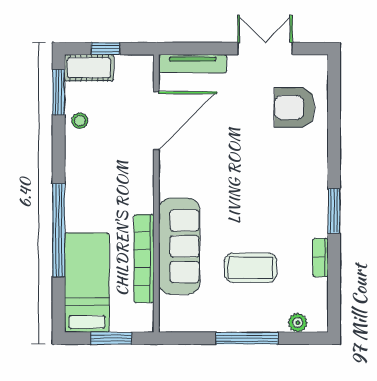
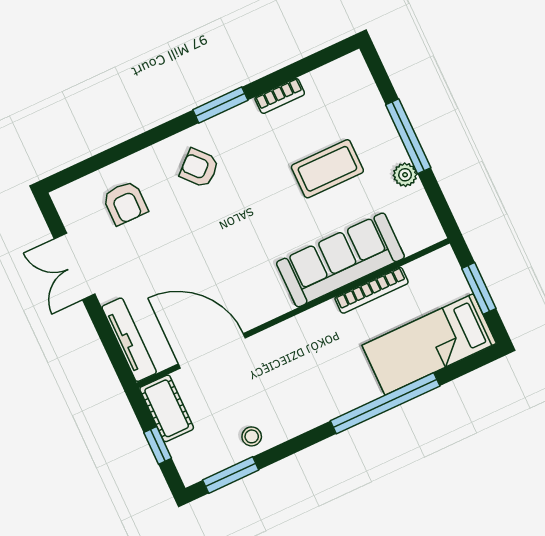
cot: (89, 68) -> (167, 408), moved
armchair: (295, 107) -> (125, 203), width x0.72, depth x0.72
armchair: (295, 174) -> (199, 168), added
bookcase: (144, 259) -> (372, 290), width x0.68, depth x0.76
coffee table: (251, 268) -> (327, 169), turned 90
plant: (298, 323) -> (405, 175), moved

